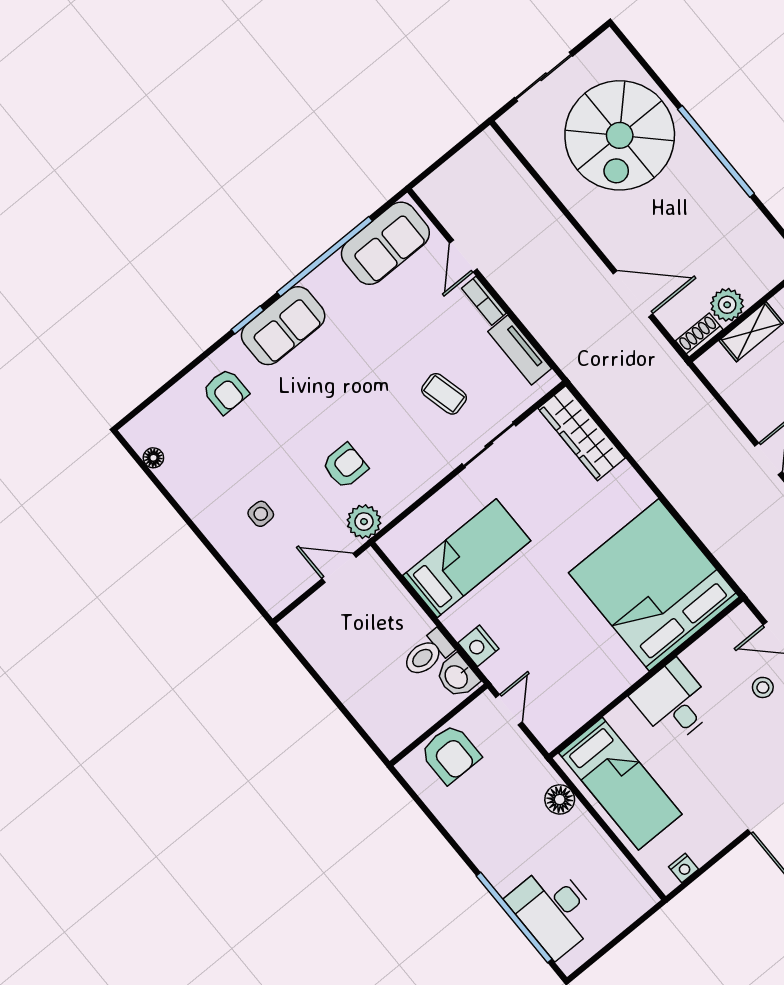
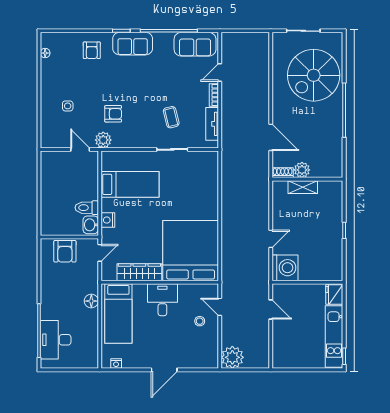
wardrobe: (582, 433) -> (139, 272), moved, turned 90

